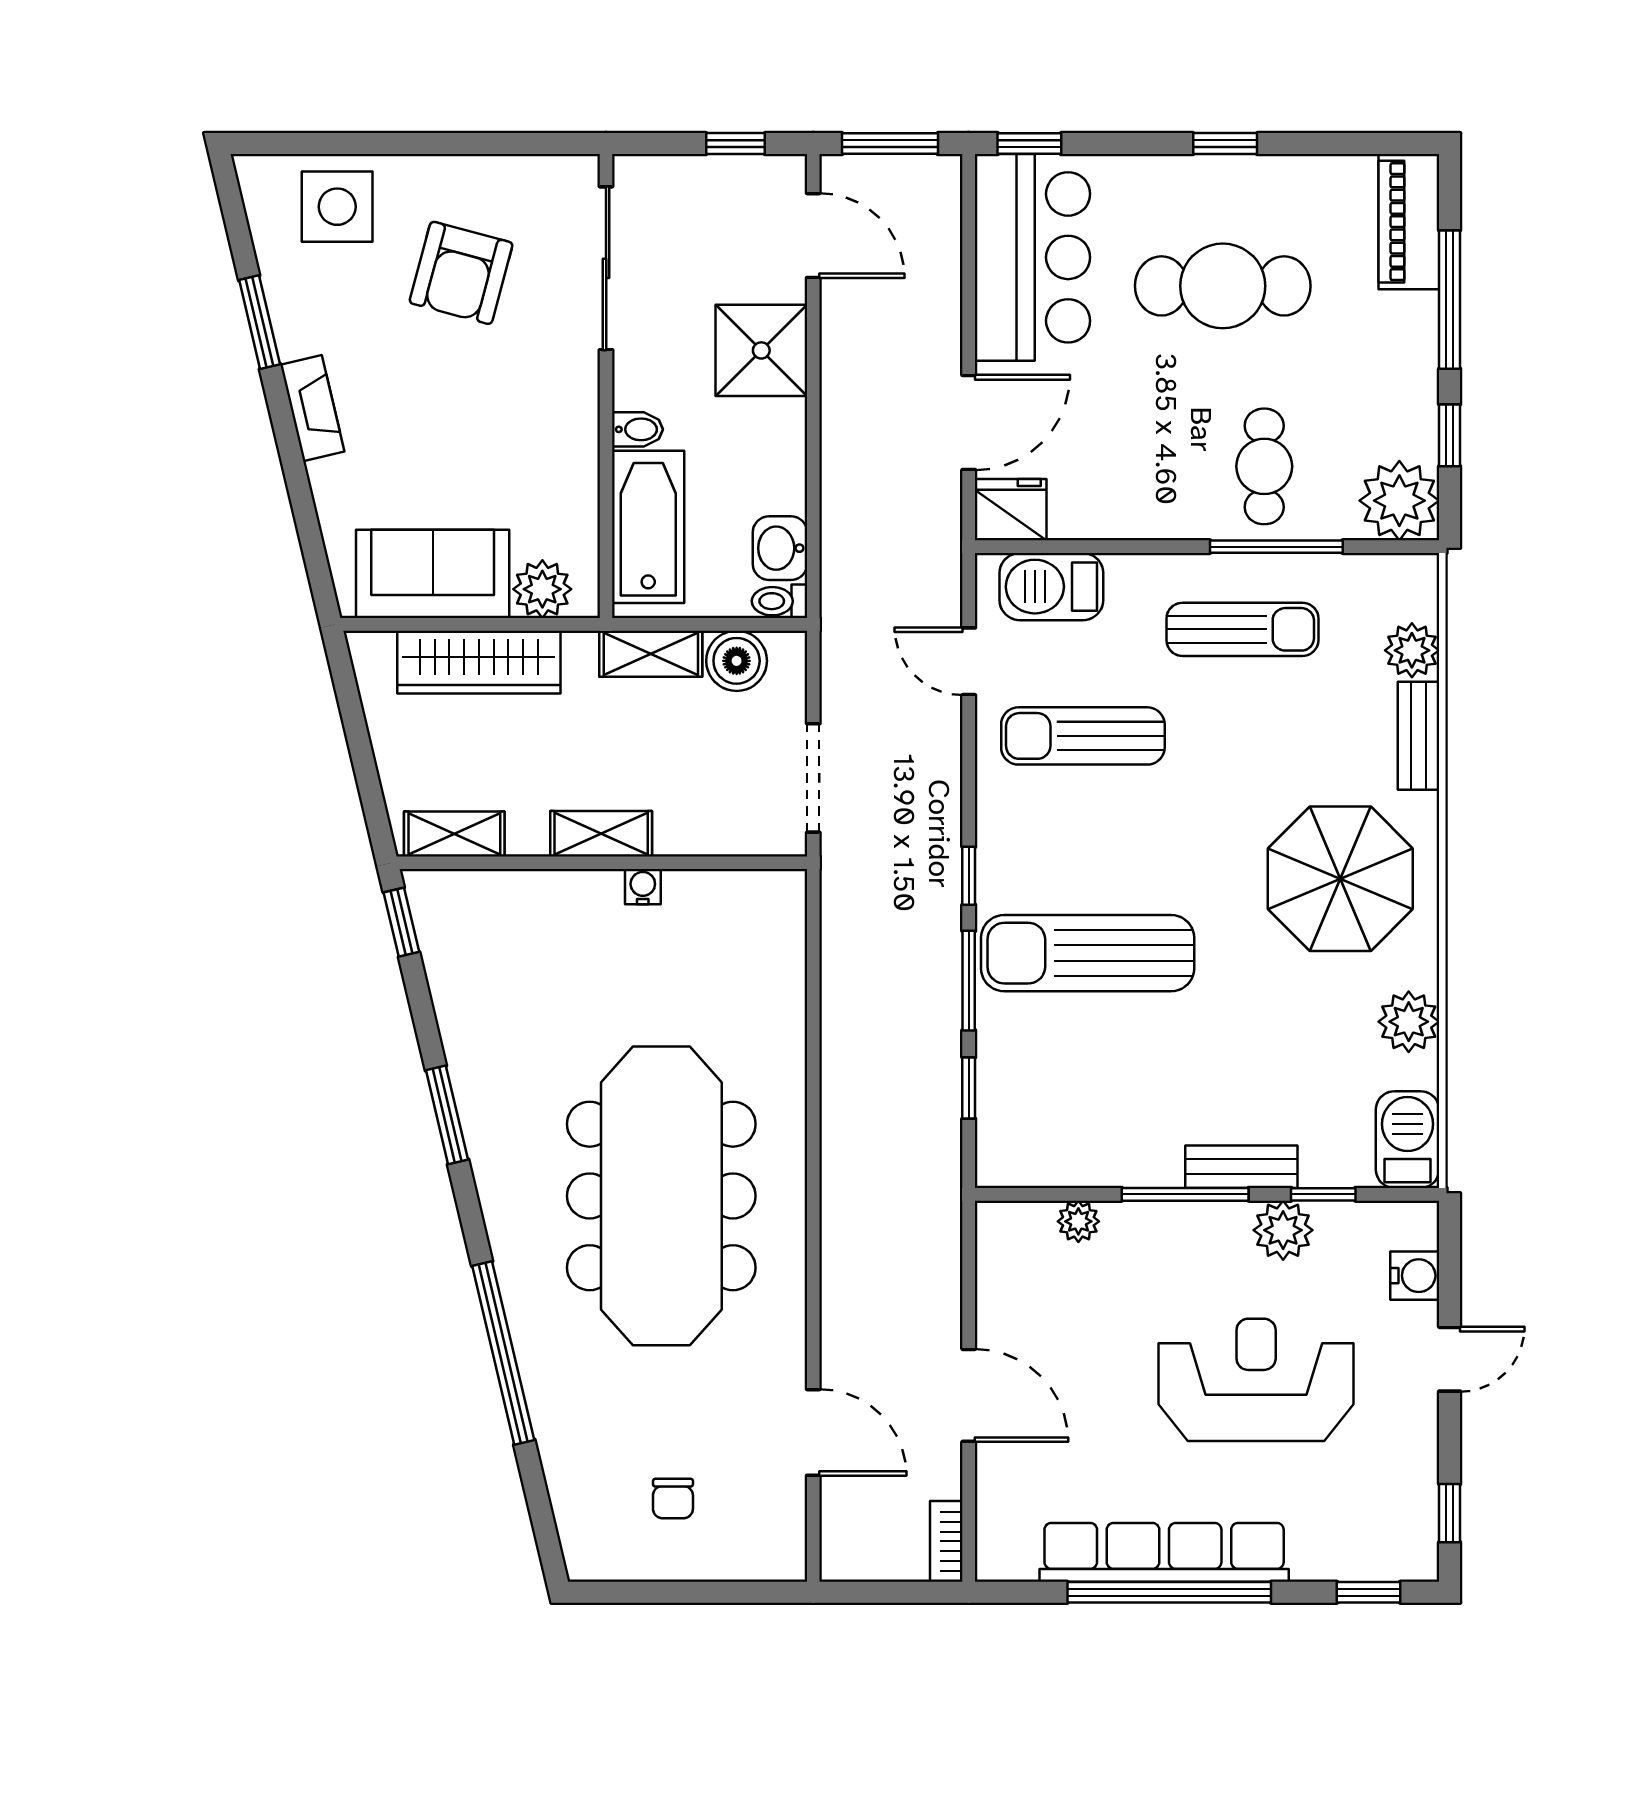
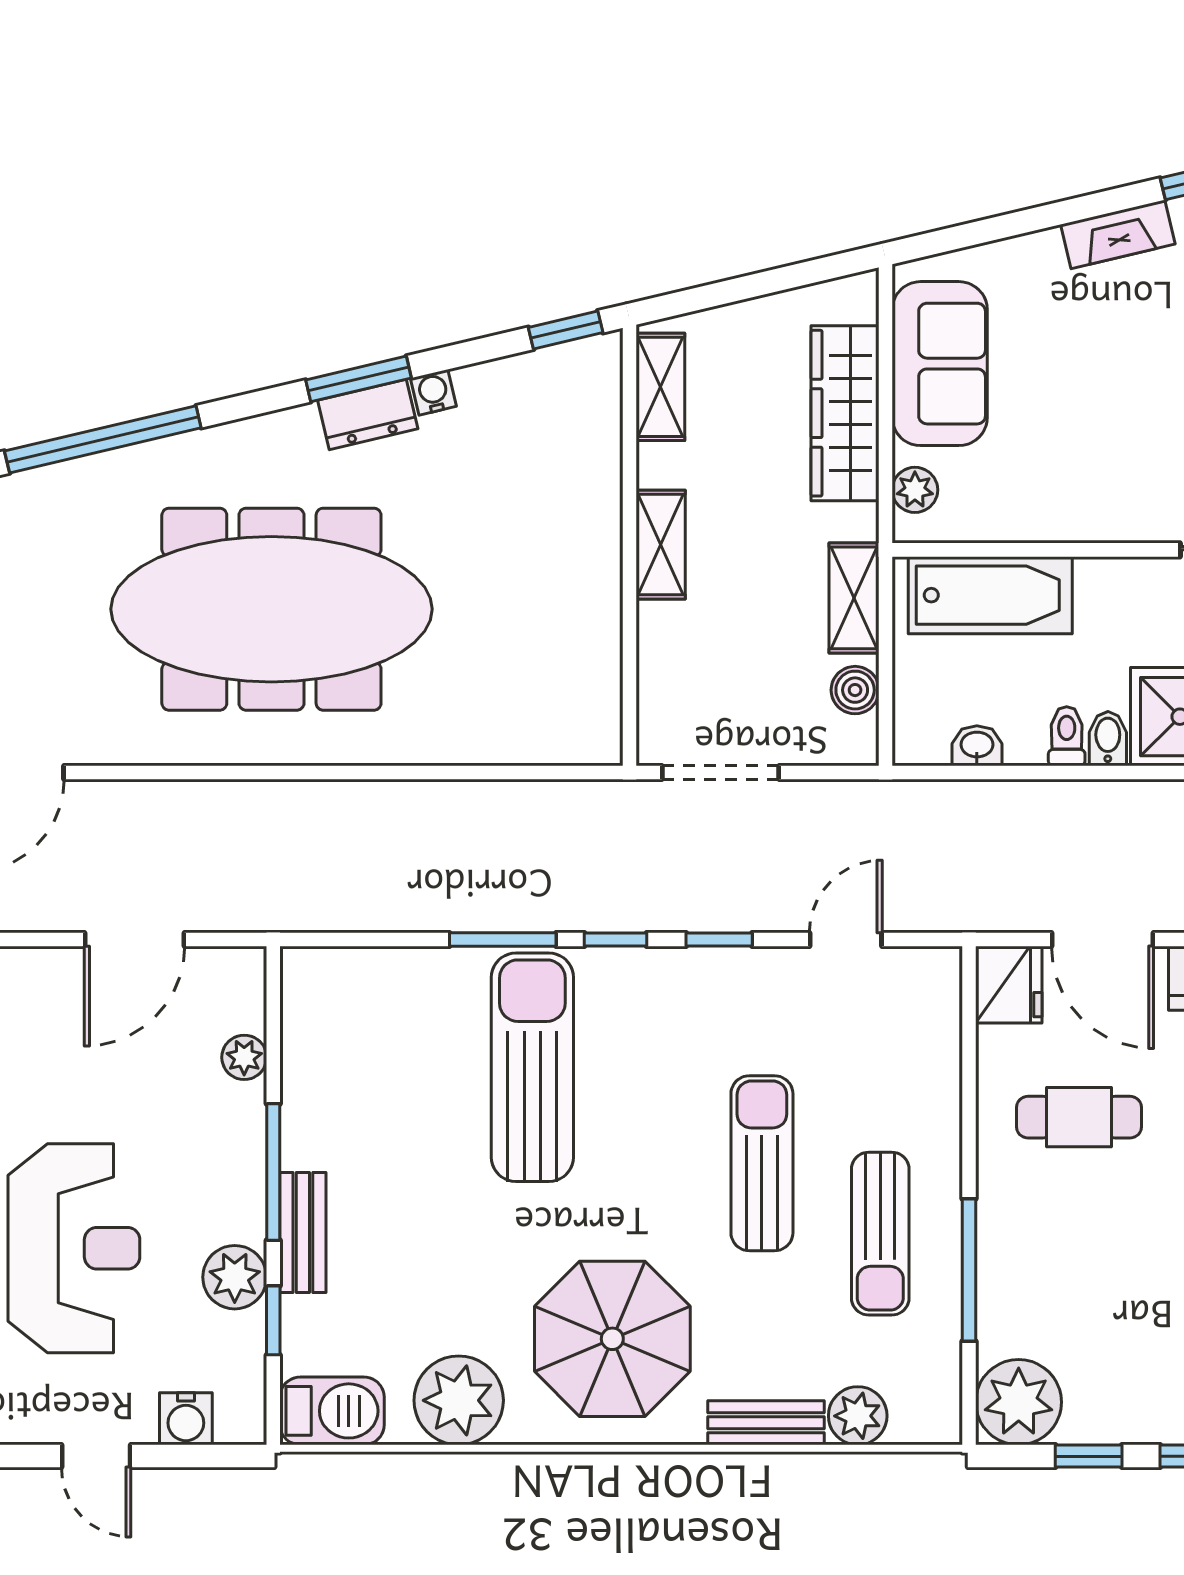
bidet: (638, 429) -> (1108, 739), moved, turned 180
cafe table: (1264, 466) -> (1079, 1117), moved
washbasin: (780, 548) -> (977, 746), width x0.72, depth x0.69
barbecue: (1051, 587) -> (926, 1028), removed
plant: (542, 589) -> (915, 490), width x0.73, depth x0.73
toilet: (779, 601) -> (1067, 736), moved
boiler: (737, 661) -> (855, 690), width x0.73, depth x0.73
sun lounger: (1083, 736) -> (762, 1163), moved
water cooler: (643, 887) -> (433, 392), moved, turned -103
plant: (1409, 1022) -> (459, 1400), width x1.36, depth x1.36
window: (969, 1088) -> (719, 939), moved
dresser: (480, 1106) -> (368, 415), added
door: (969, 1395) -> (134, 939), moved

